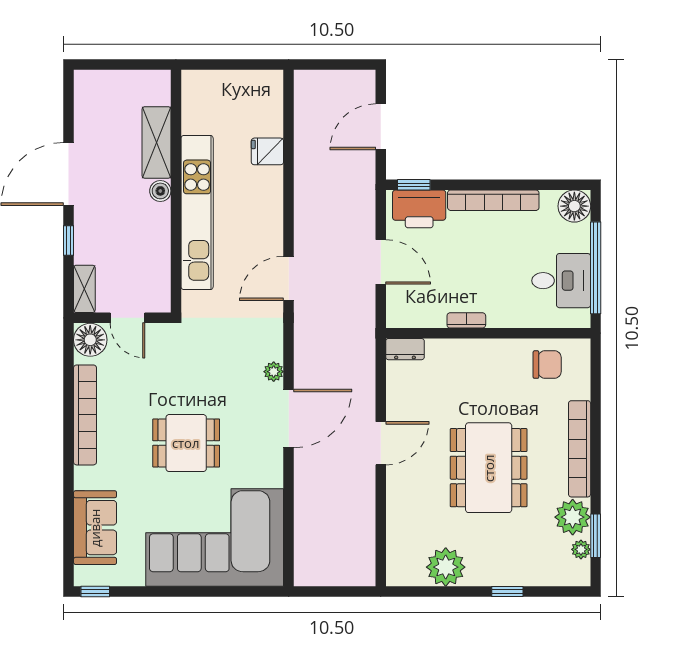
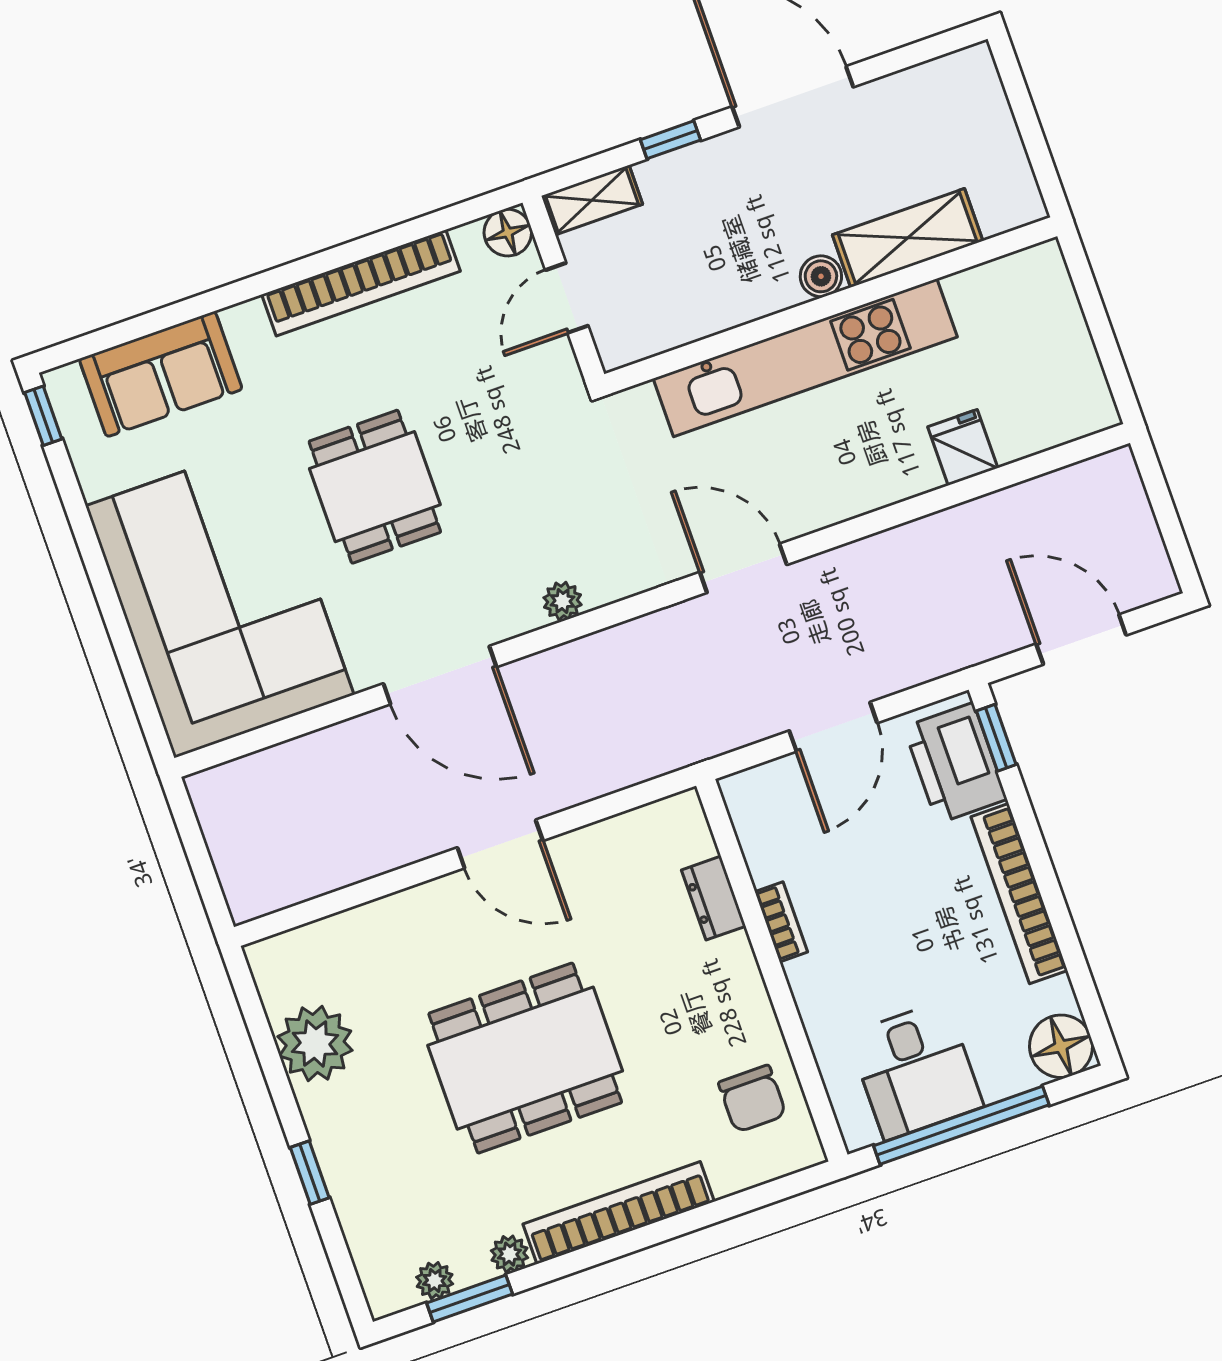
floor lamp: (90, 340) -> (508, 233), width x0.73, depth x0.73
dresser: (405, 349) -> (714, 898), moved
door: (289, 419) -> (440, 675), moved
plant: (573, 517) -> (509, 1254), width x0.53, depth x0.53

